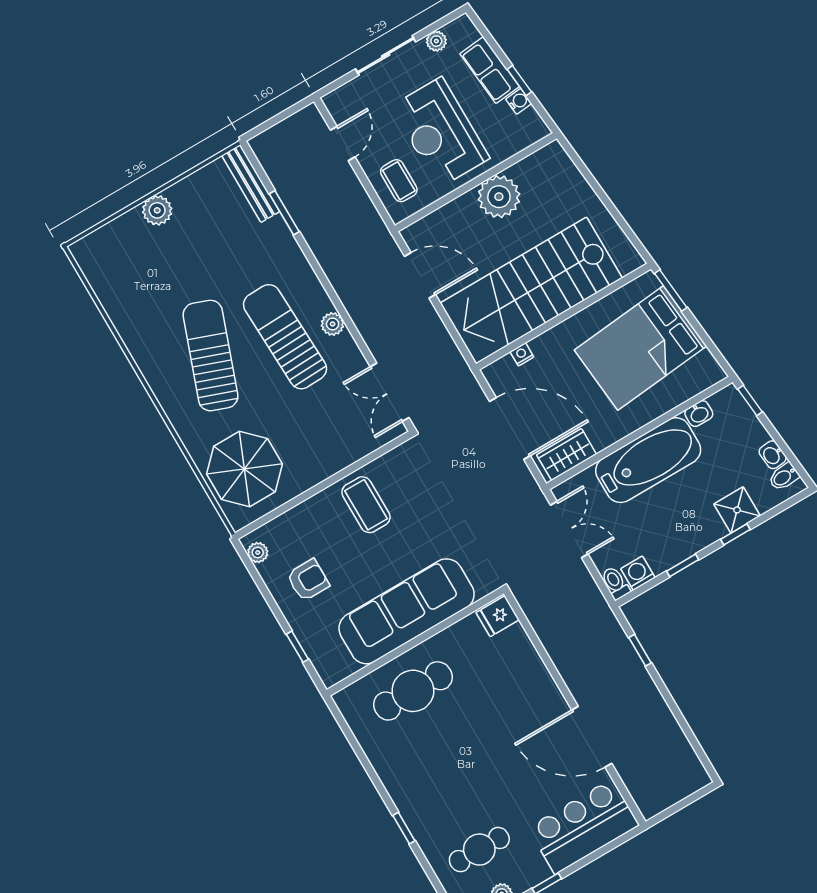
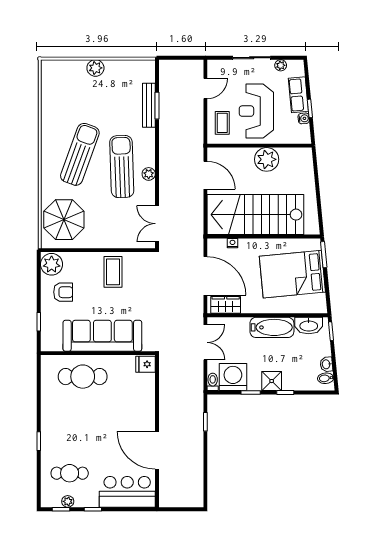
bench: (251, 183) -> (149, 105), moved
washbasin: (699, 414) -> (309, 325), width x1.91, depth x1.45
bathtub: (648, 460) -> (272, 327), width x0.73, depth x0.73
shower: (737, 510) -> (272, 381), moved
plant: (258, 553) -> (52, 264), width x1.88, depth x1.88
washing machine: (638, 573) -> (233, 377), width x1.89, depth x1.89

